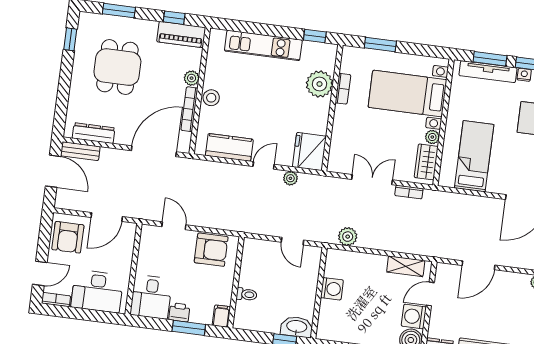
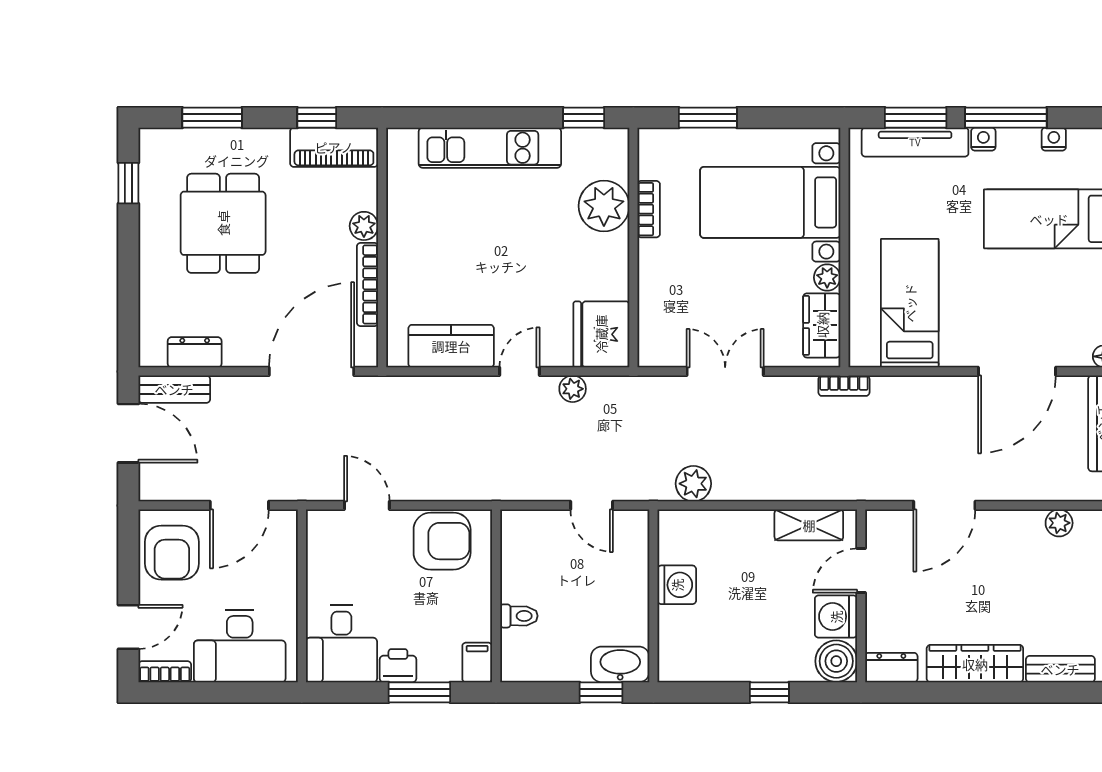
stool: (211, 98) -> (405, 258), removed
dresser: (94, 133) -> (195, 352), width x0.70
bookcase: (409, 192) -> (844, 386), moved

